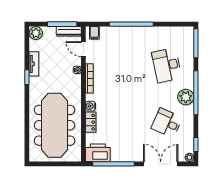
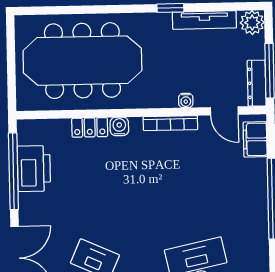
filing cabinet: (94, 33) -> (255, 139), width x2.00
door: (83, 49) -> (224, 111), swing flipped
tv unit: (34, 64) -> (204, 20), width x1.41
printer: (98, 153) -> (34, 169), moved

